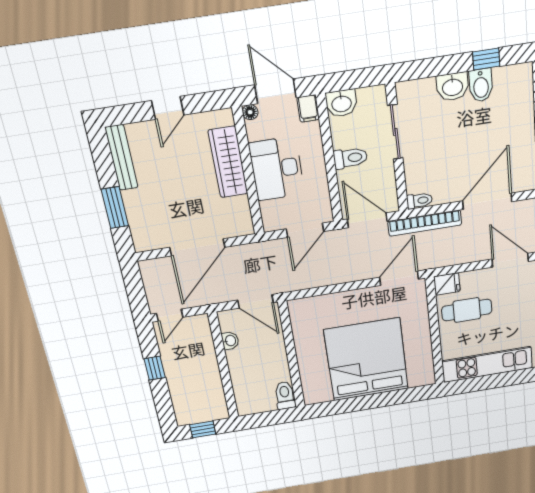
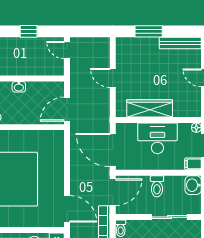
wardrobe: (228, 162) -> (150, 108), moved
door: (305, 230) -> (113, 150), width x1.36
door: (197, 247) -> (113, 78), width x0.53
washbasin: (230, 341) -> (19, 87), moved

